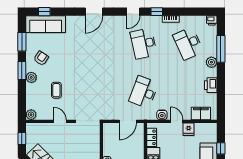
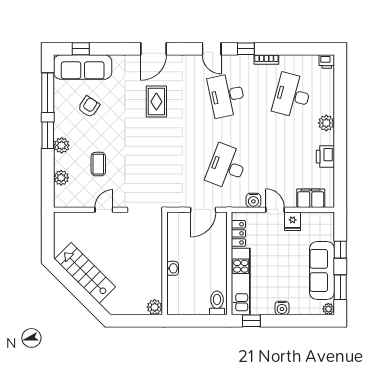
door: (133, 12) -> (212, 49), hinge flipped
window: (22, 42) -> (48, 93), width x1.44
desk: (188, 43) -> (292, 95), turned 39
rug: (96, 48) -> (156, 102), added
window: (221, 49) -> (340, 103), removed
armchair: (41, 58) -> (89, 107), moved
plant: (31, 115) -> (61, 178), moved
door: (60, 121) -> (104, 210), hinge flipped
window: (22, 138) -> (48, 235), removed

